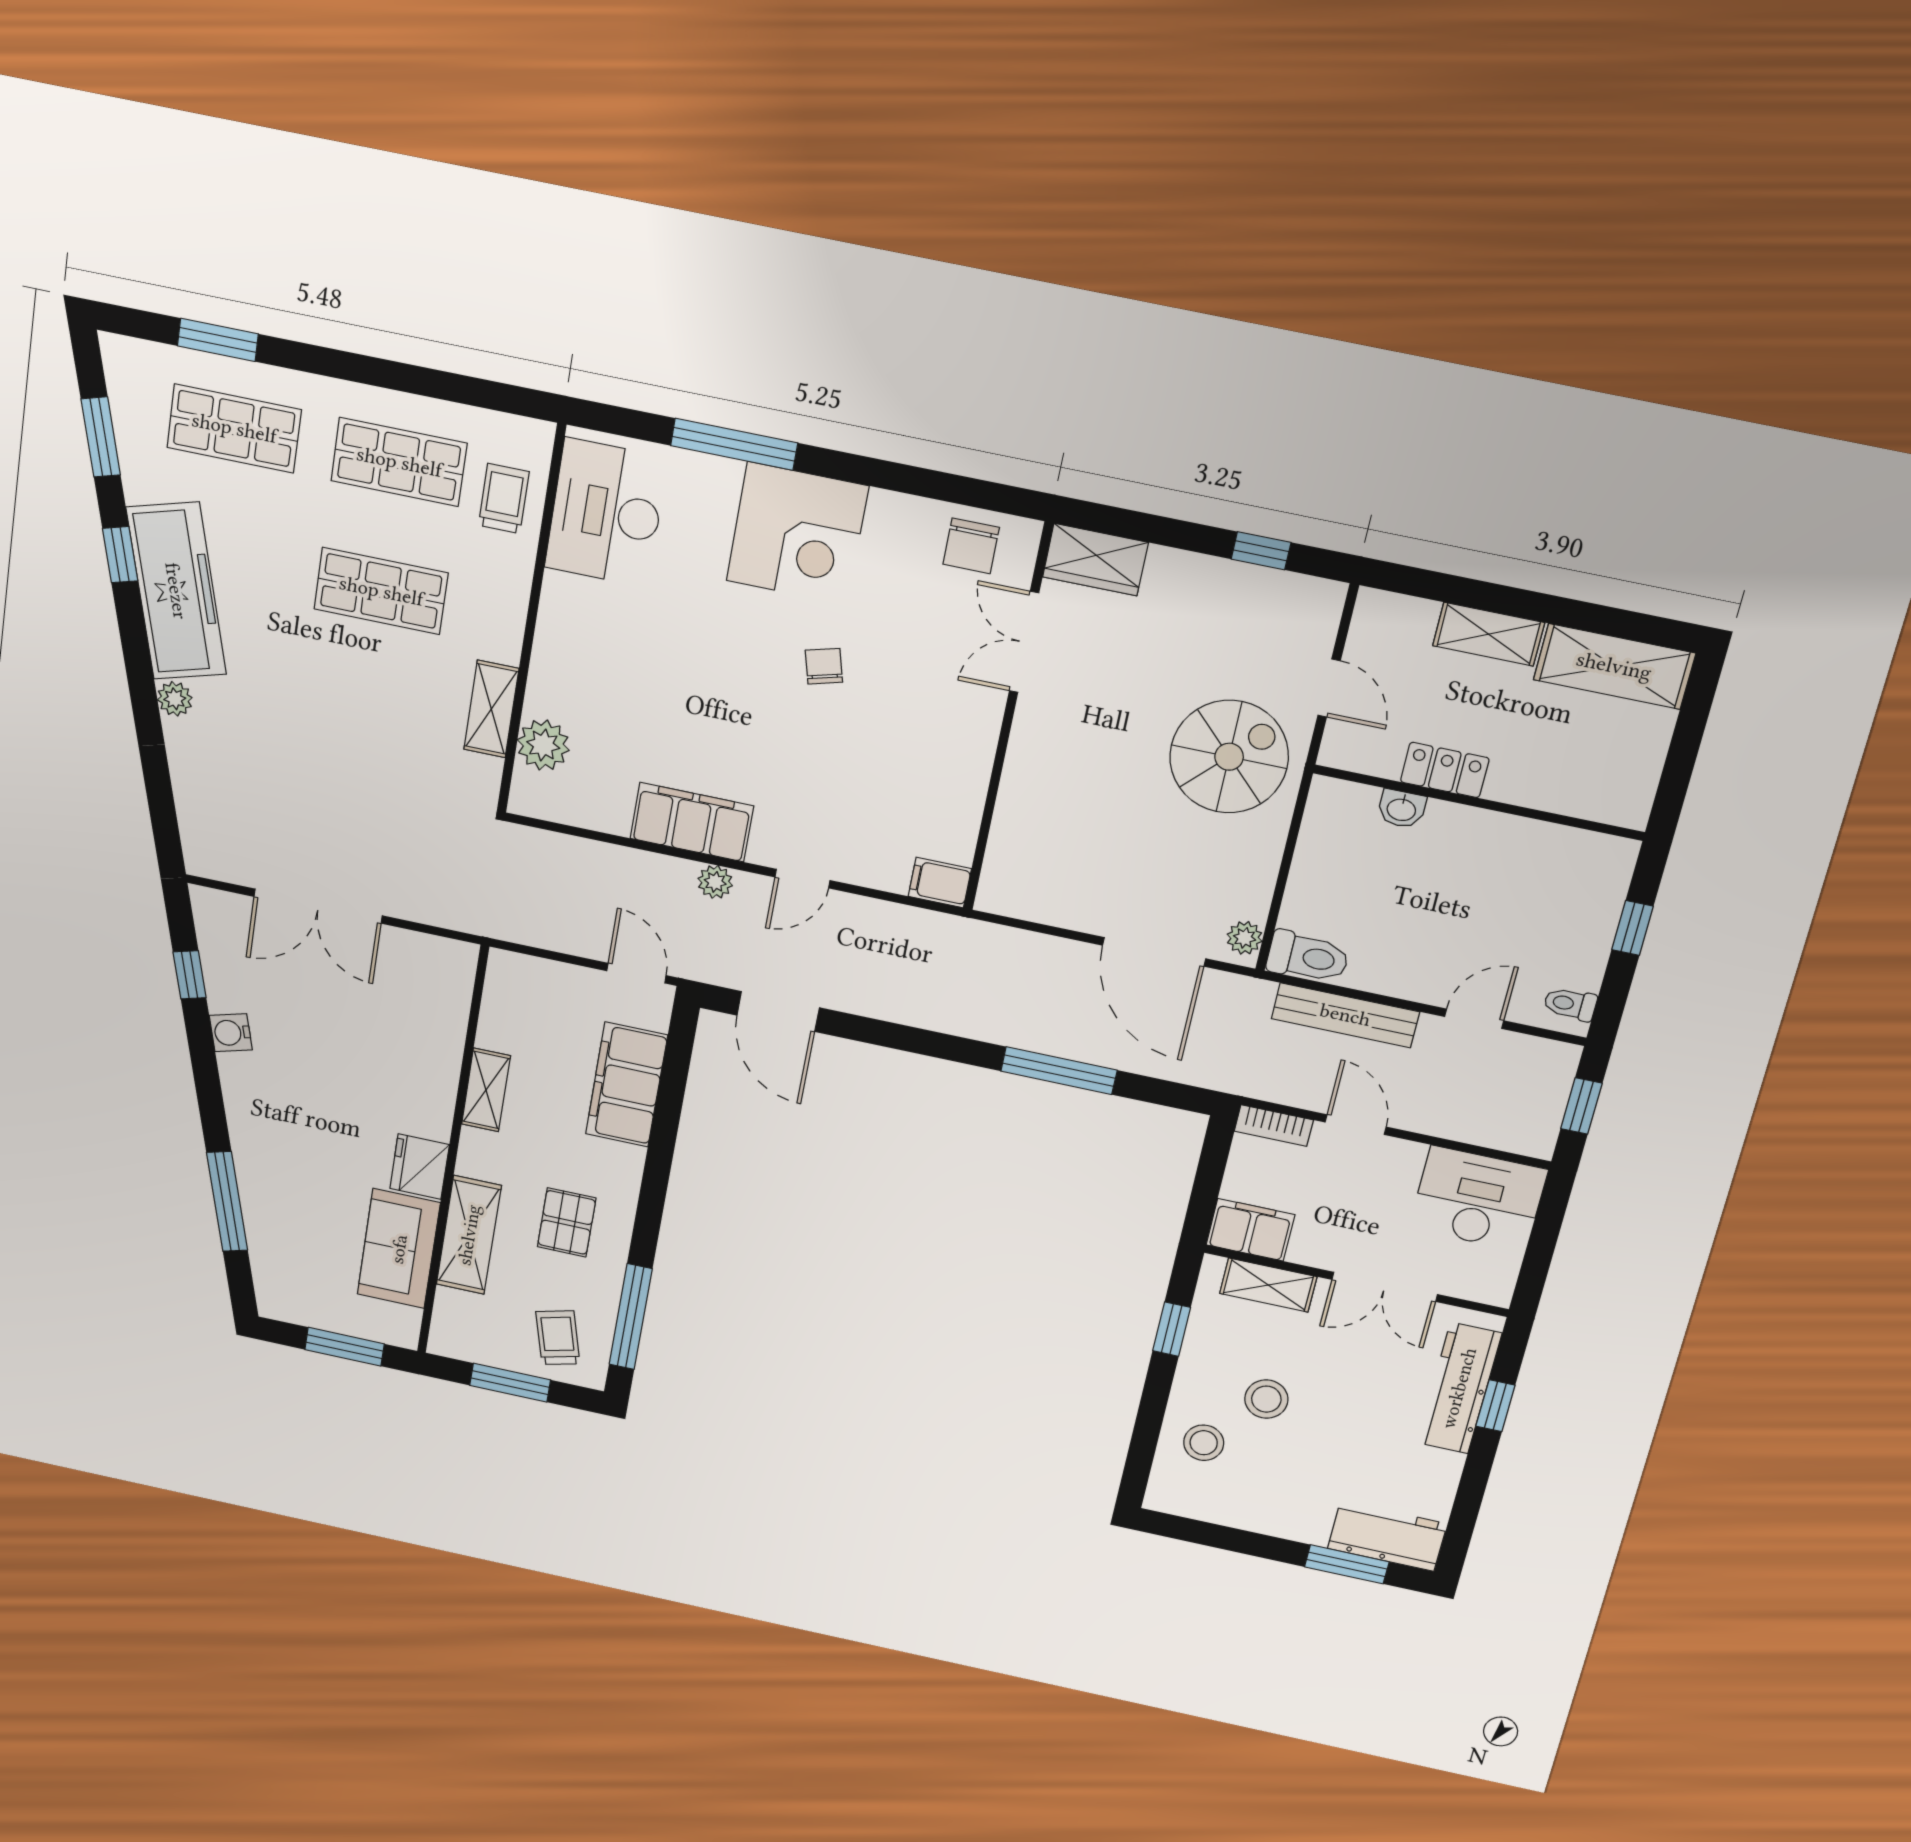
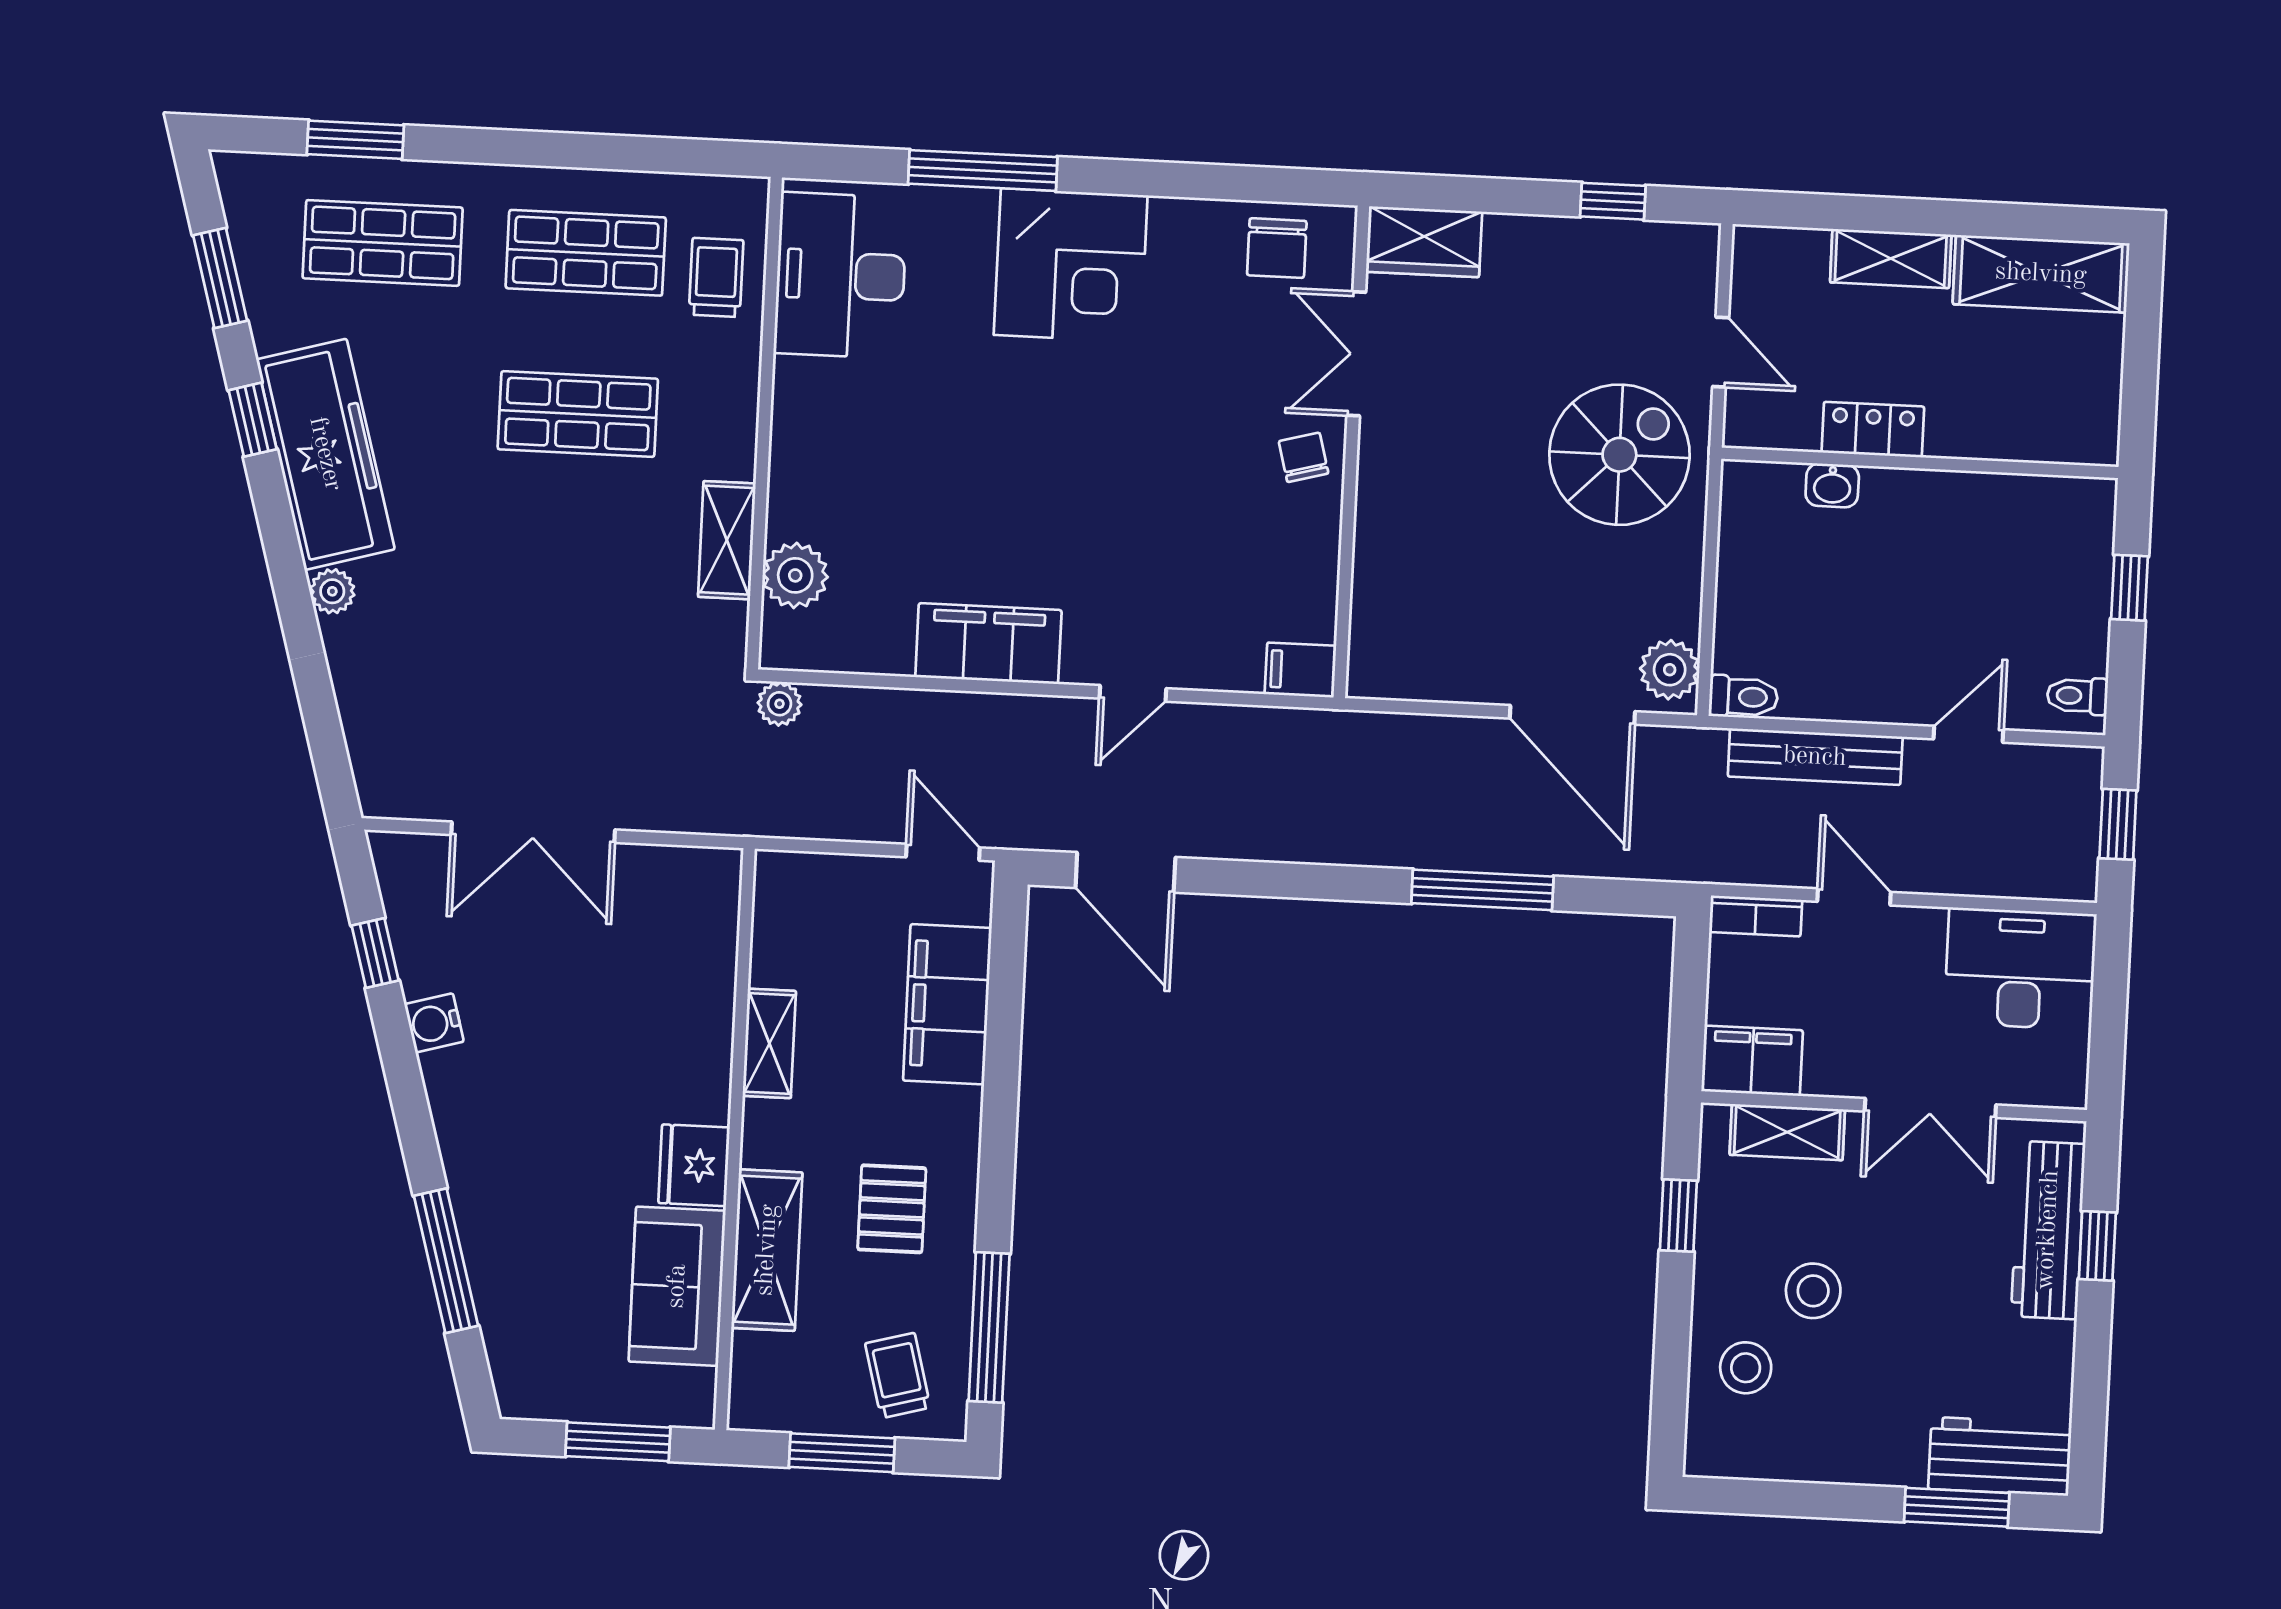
chair: (824, 666) -> (1304, 457), moved
plant: (715, 882) -> (779, 704), moved
plant: (1245, 938) -> (1670, 670), width x1.38, depth x1.38
toilet: (1308, 957) -> (1743, 697), width x0.73, depth x0.72

